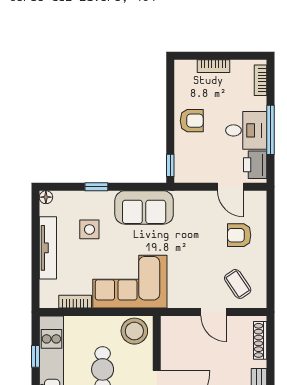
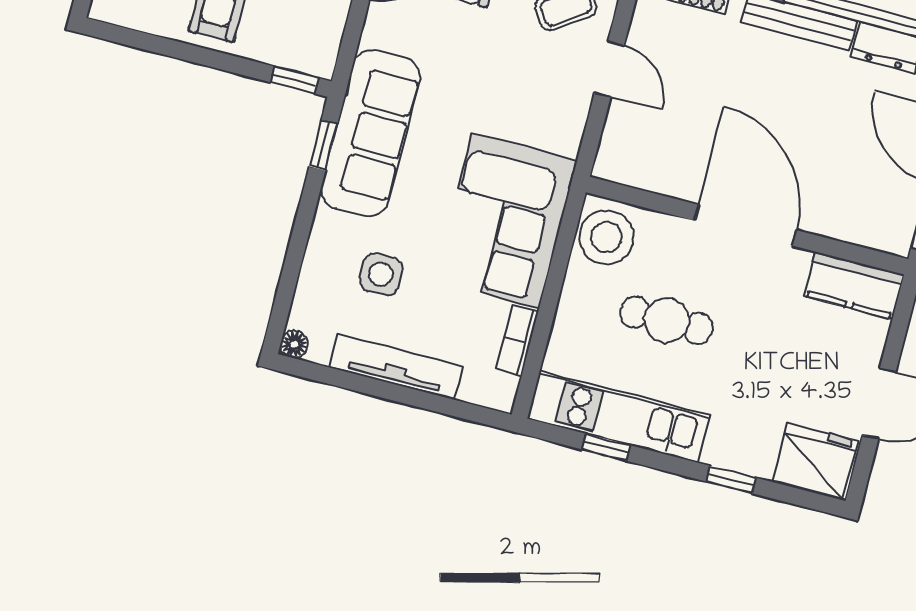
window: (96, 187) -> (323, 145), moved
sofa: (144, 207) -> (371, 133), width x1.36
door: (214, 312) -> (609, 69), hinge flipped

